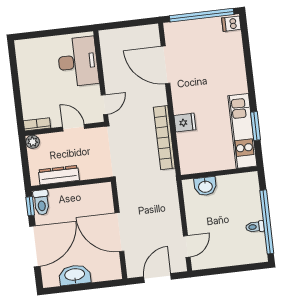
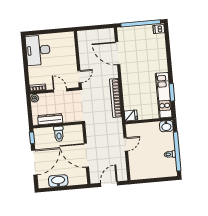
desk: (78, 62) -> (38, 50), moved, turned 180
fridge: (185, 123) -> (131, 116), moved
washbasin: (205, 186) -> (166, 126), moved
toilet: (41, 202) -> (59, 134), moved
door: (187, 246) -> (126, 144), moved

